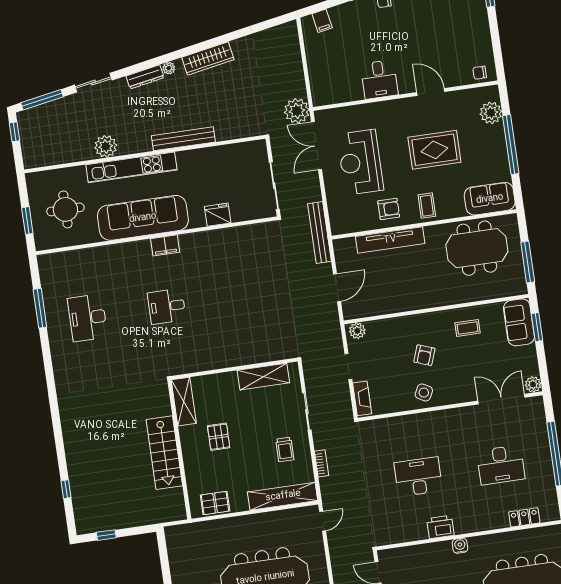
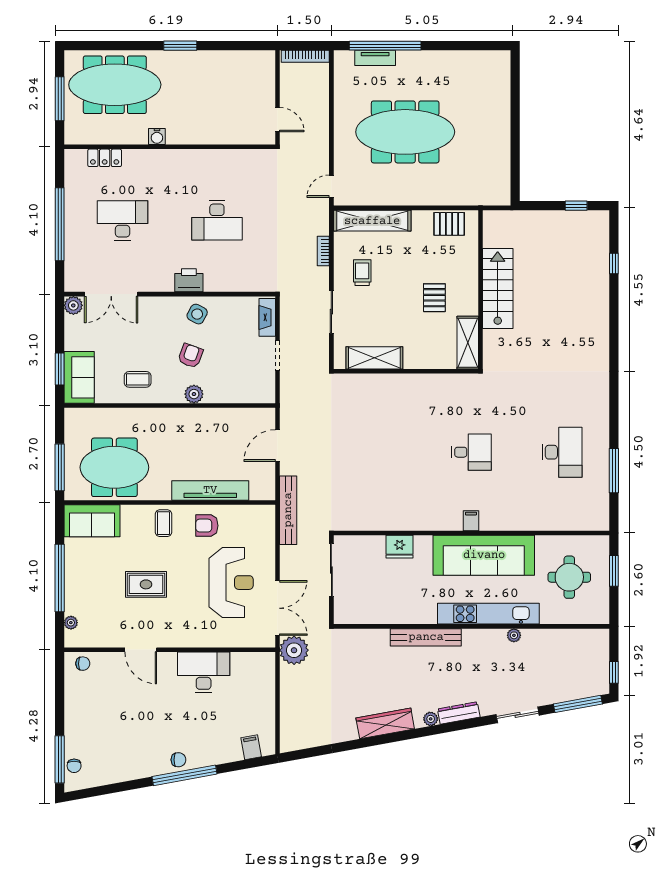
desk: (379, 79) -> (204, 672), width x1.37
plant: (491, 113) -> (71, 623), width x0.53, depth x0.53
plant: (106, 146) -> (514, 635), width x0.53, depth x0.53
rug: (434, 150) -> (146, 584), width x0.73, depth x0.70
filing cabinet: (165, 245) -> (471, 521), width x0.50
window: (528, 262) -> (60, 467), moved
plant: (357, 331) -> (194, 394), moved
printer: (440, 527) -> (189, 280), moved, turned 180
water cooler: (460, 546) -> (157, 136), moved

